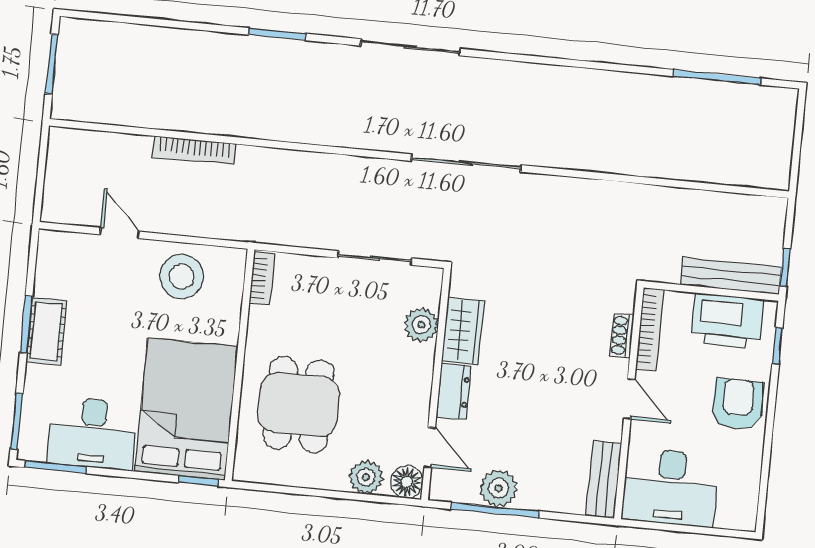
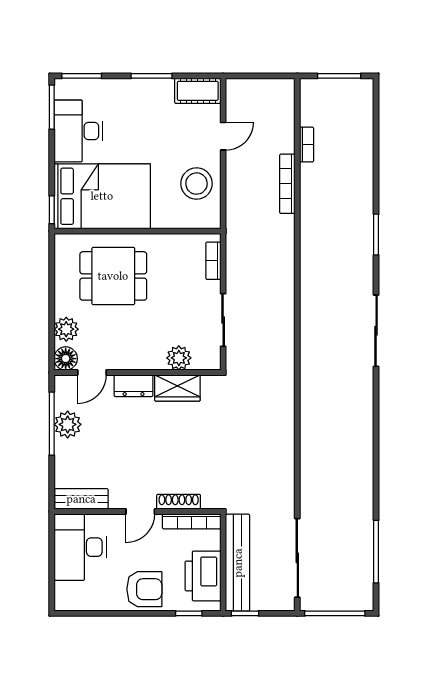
bookcase: (142, 118) -> (307, 144), added
window: (797, 143) -> (335, 613), added
sliding door: (466, 163) -> (297, 558), moved
bench: (731, 276) -> (238, 563), width x1.37, depth x1.21
bookcase: (262, 278) -> (213, 261), moved, turned 90
cot: (46, 331) -> (198, 91), moved
shoe rack: (622, 335) -> (179, 502), width x1.43

